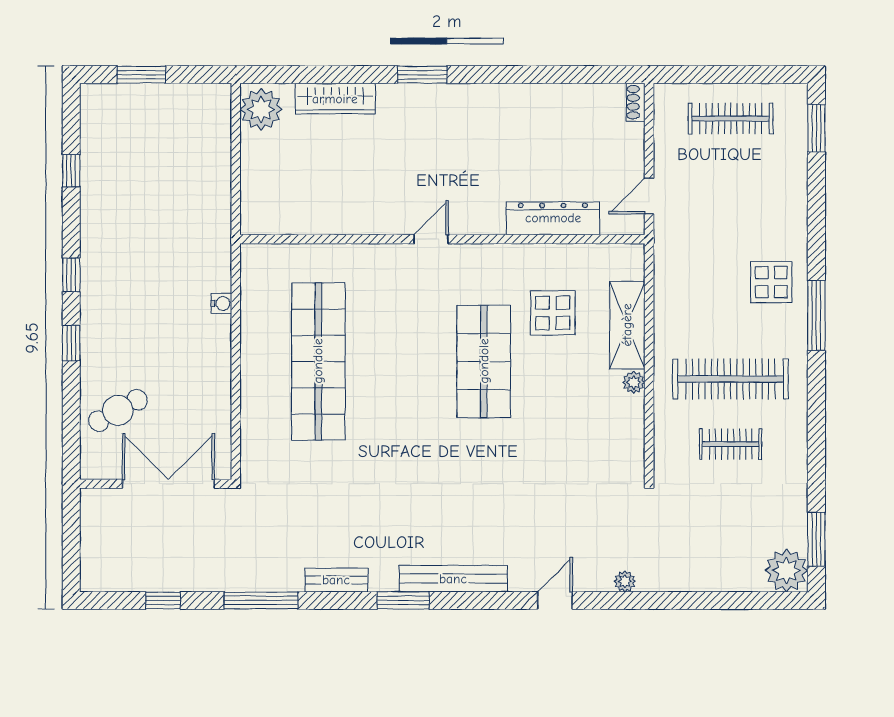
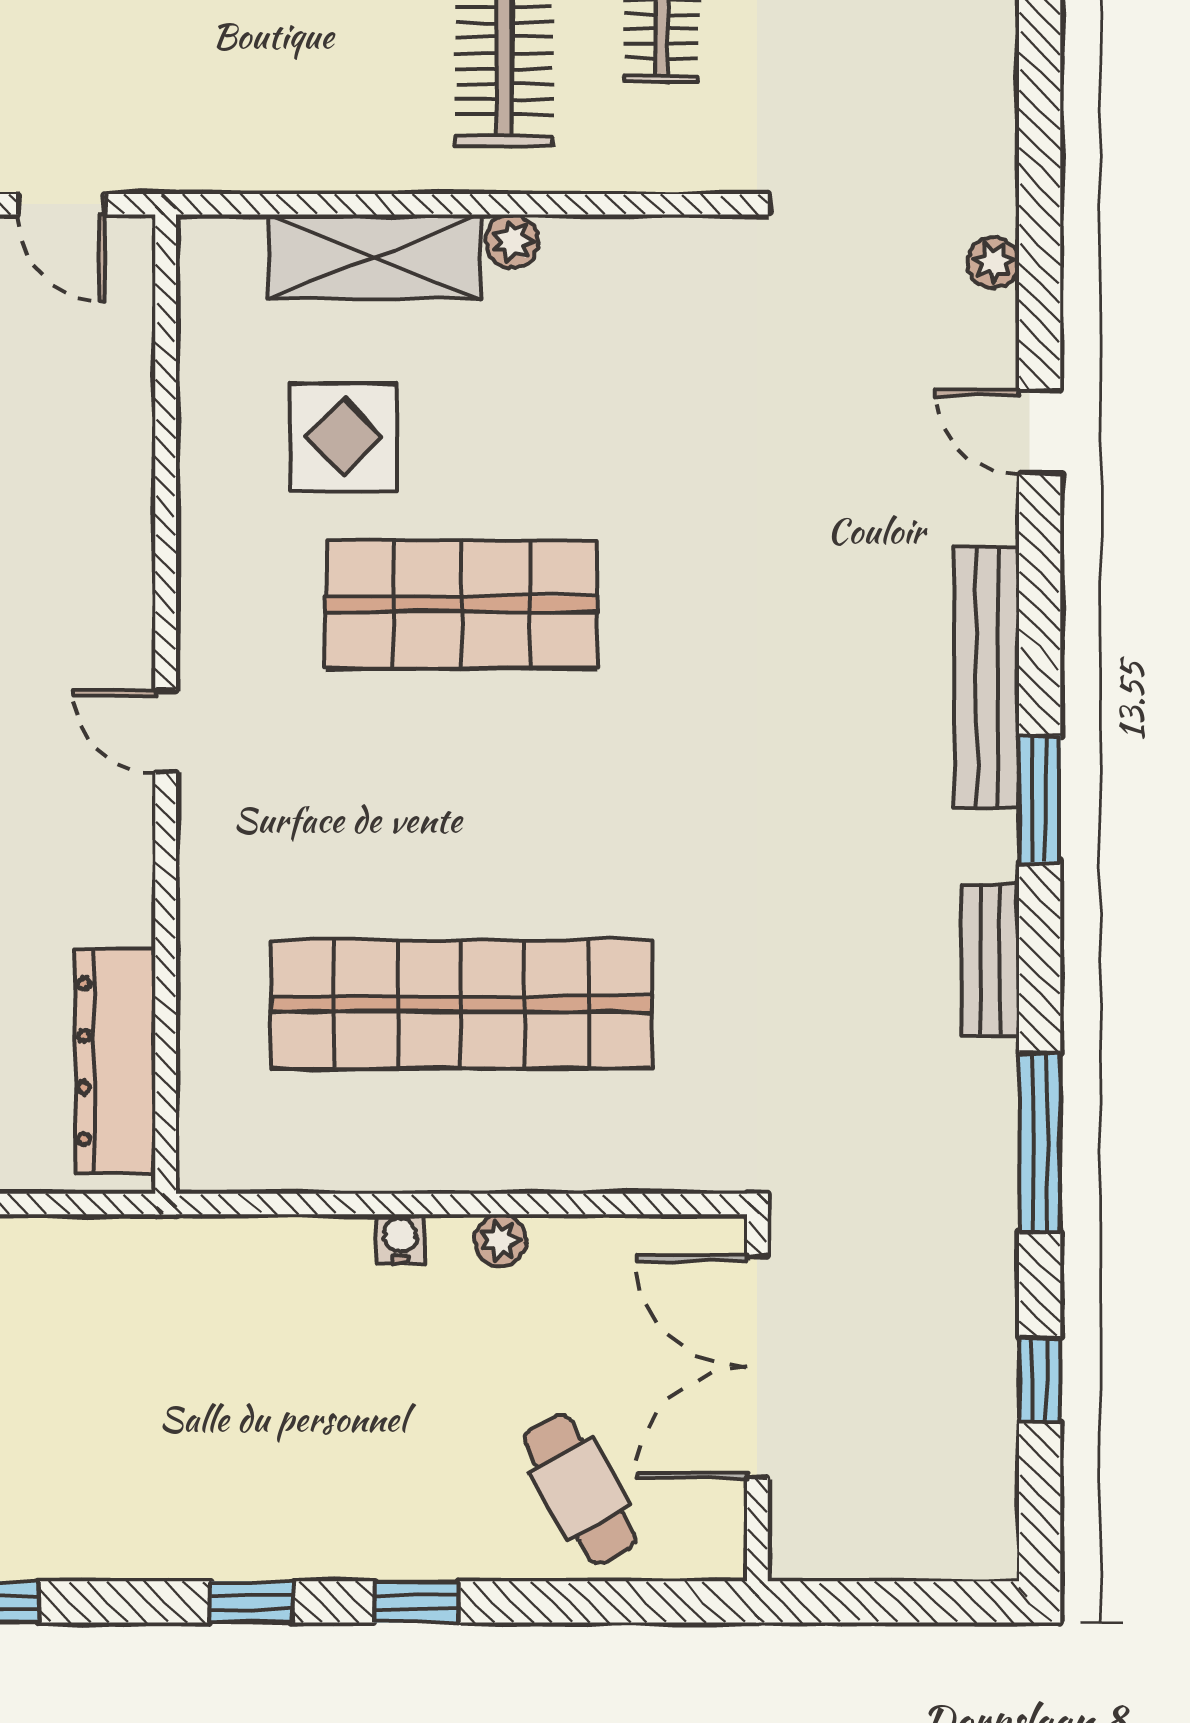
dresser: (553, 218) -> (115, 1061), moved
water cooler: (221, 303) -> (400, 1239), moved
plant: (221, 377) -> (500, 1240), added

